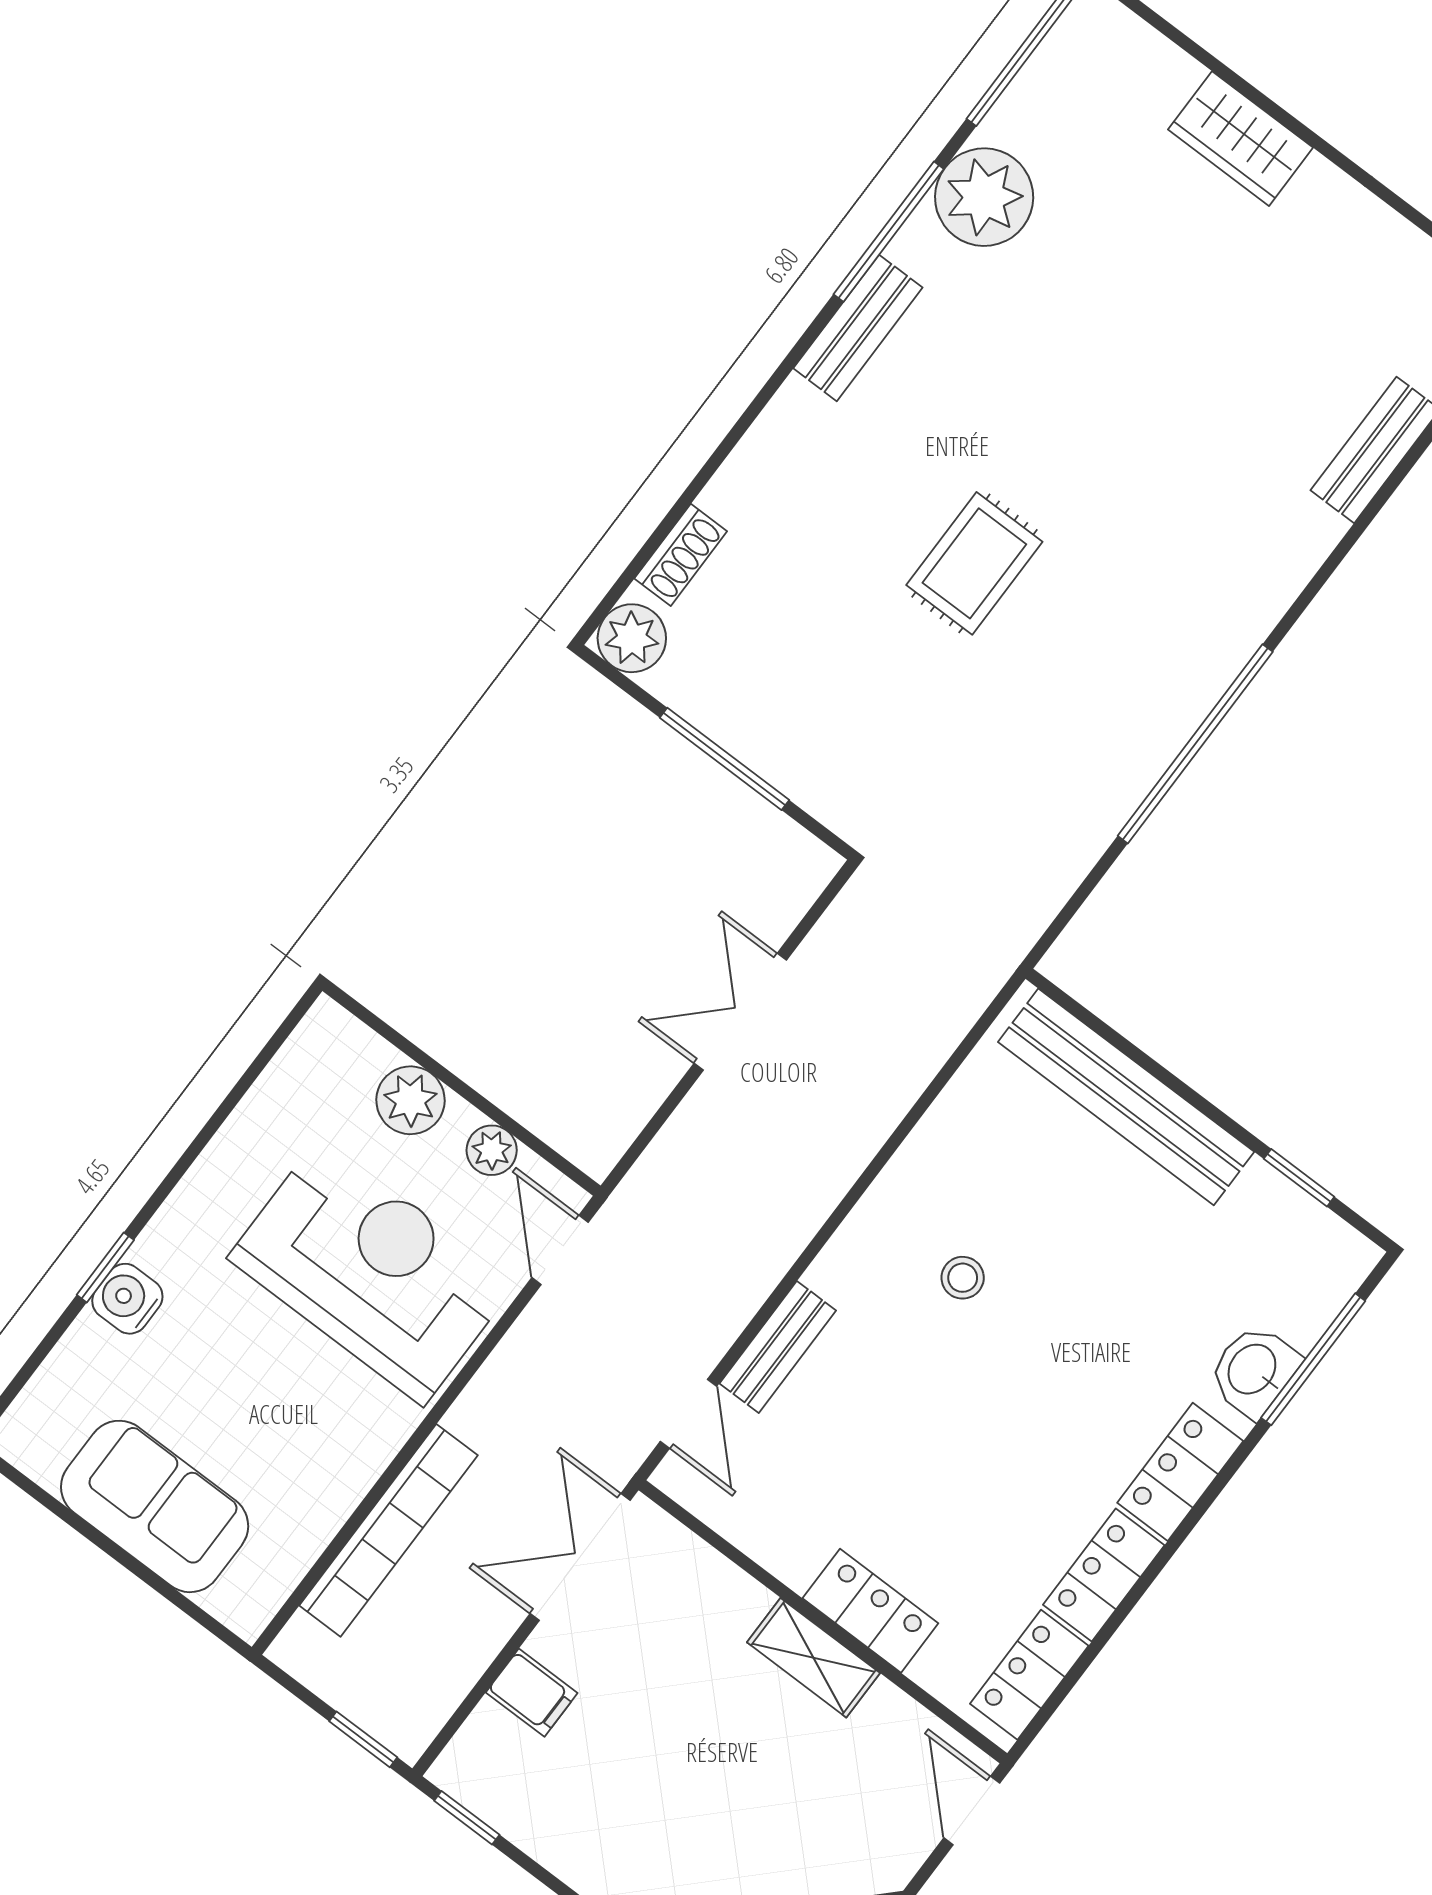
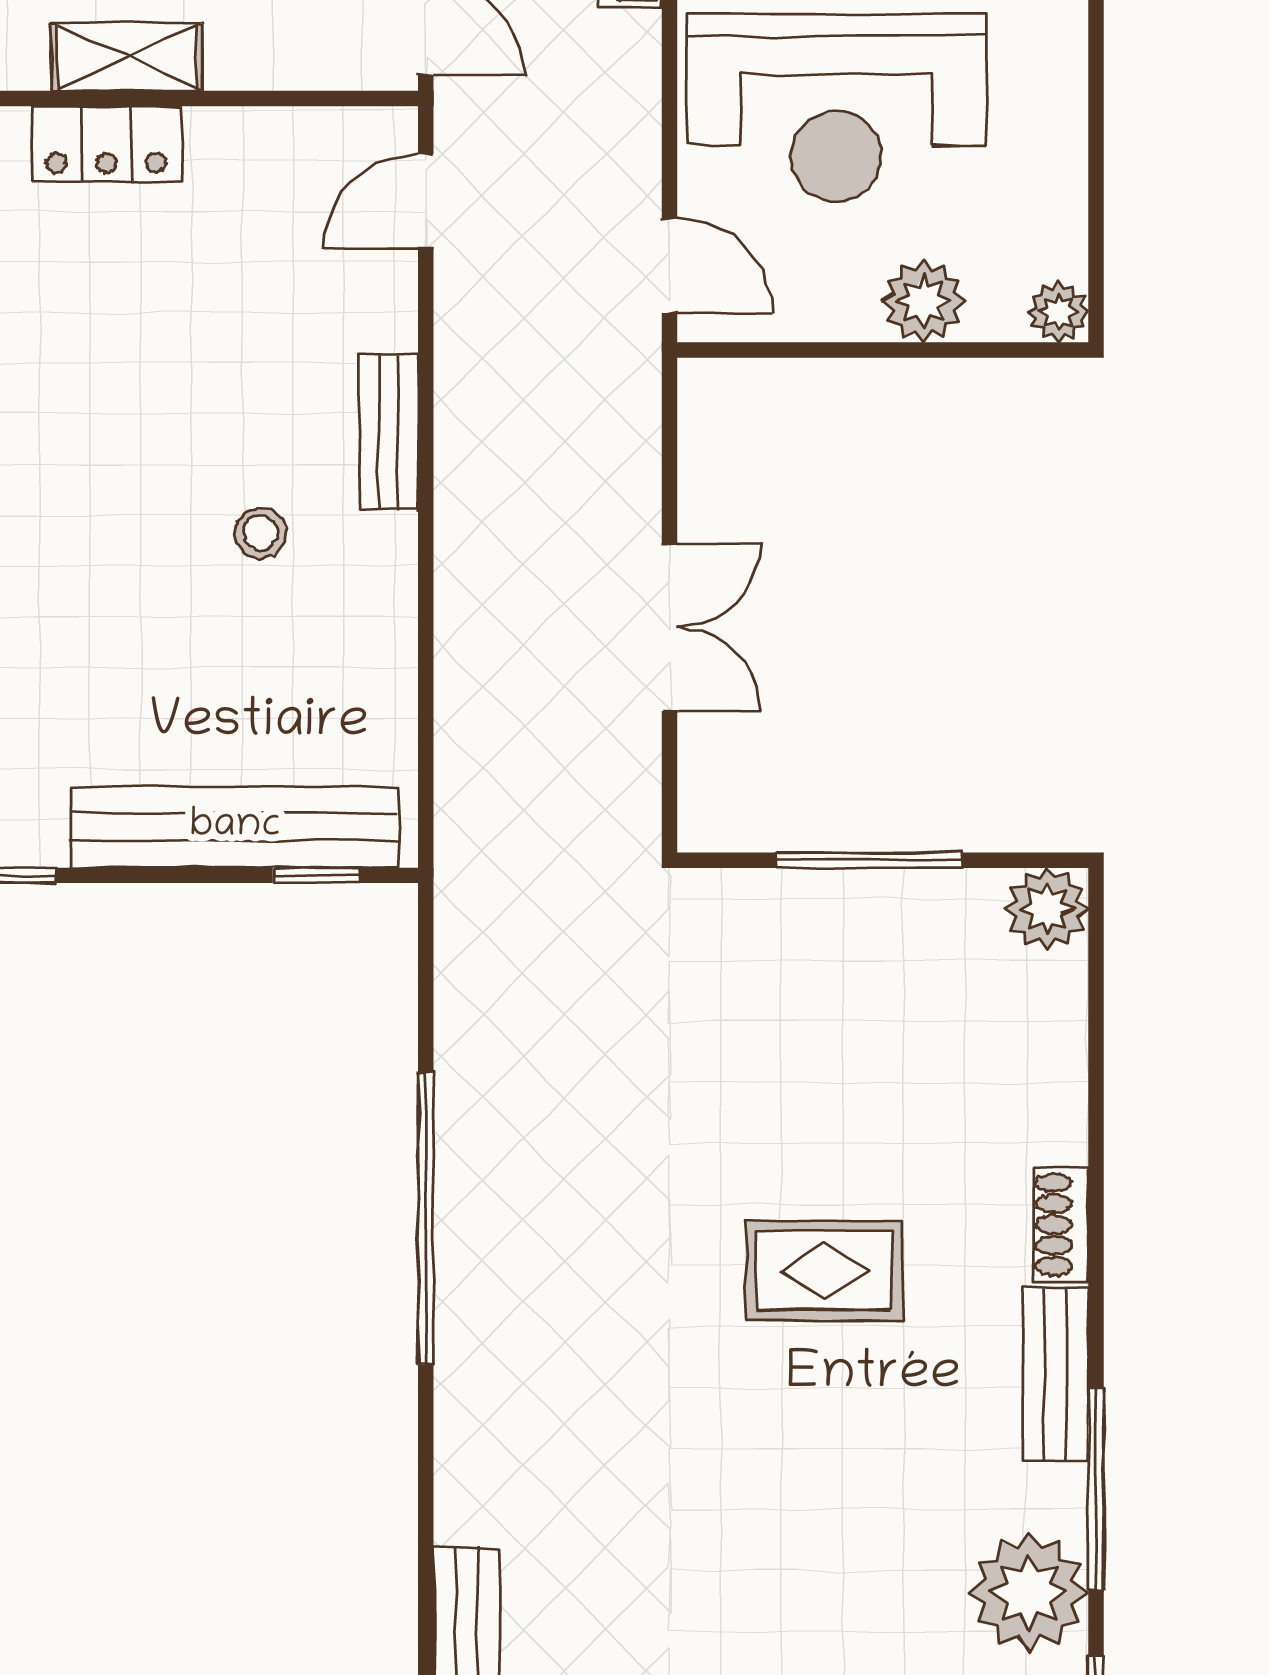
shoe rack: (681, 555) -> (1061, 1225), moved
rug: (974, 563) -> (824, 1271), moved, turned 90
window: (1097, 1025) -> (316, 875), added
plant: (492, 1150) -> (1058, 312), moved
bench: (778, 1347) -> (388, 432), moved
door: (688, 1414) -> (426, 201), hinge flipped

